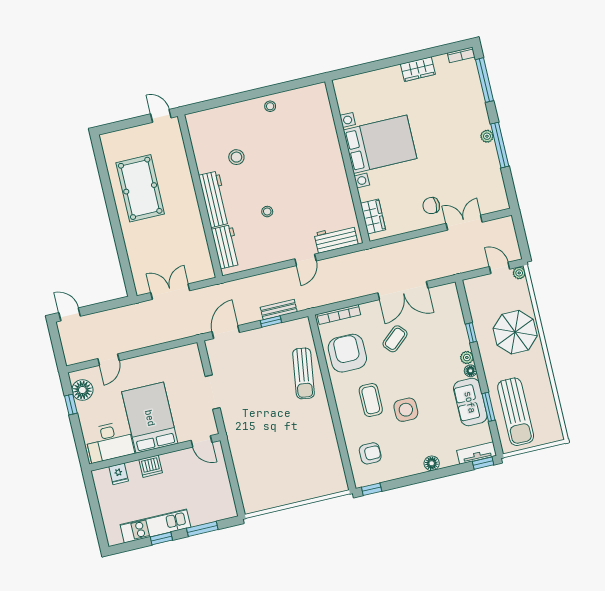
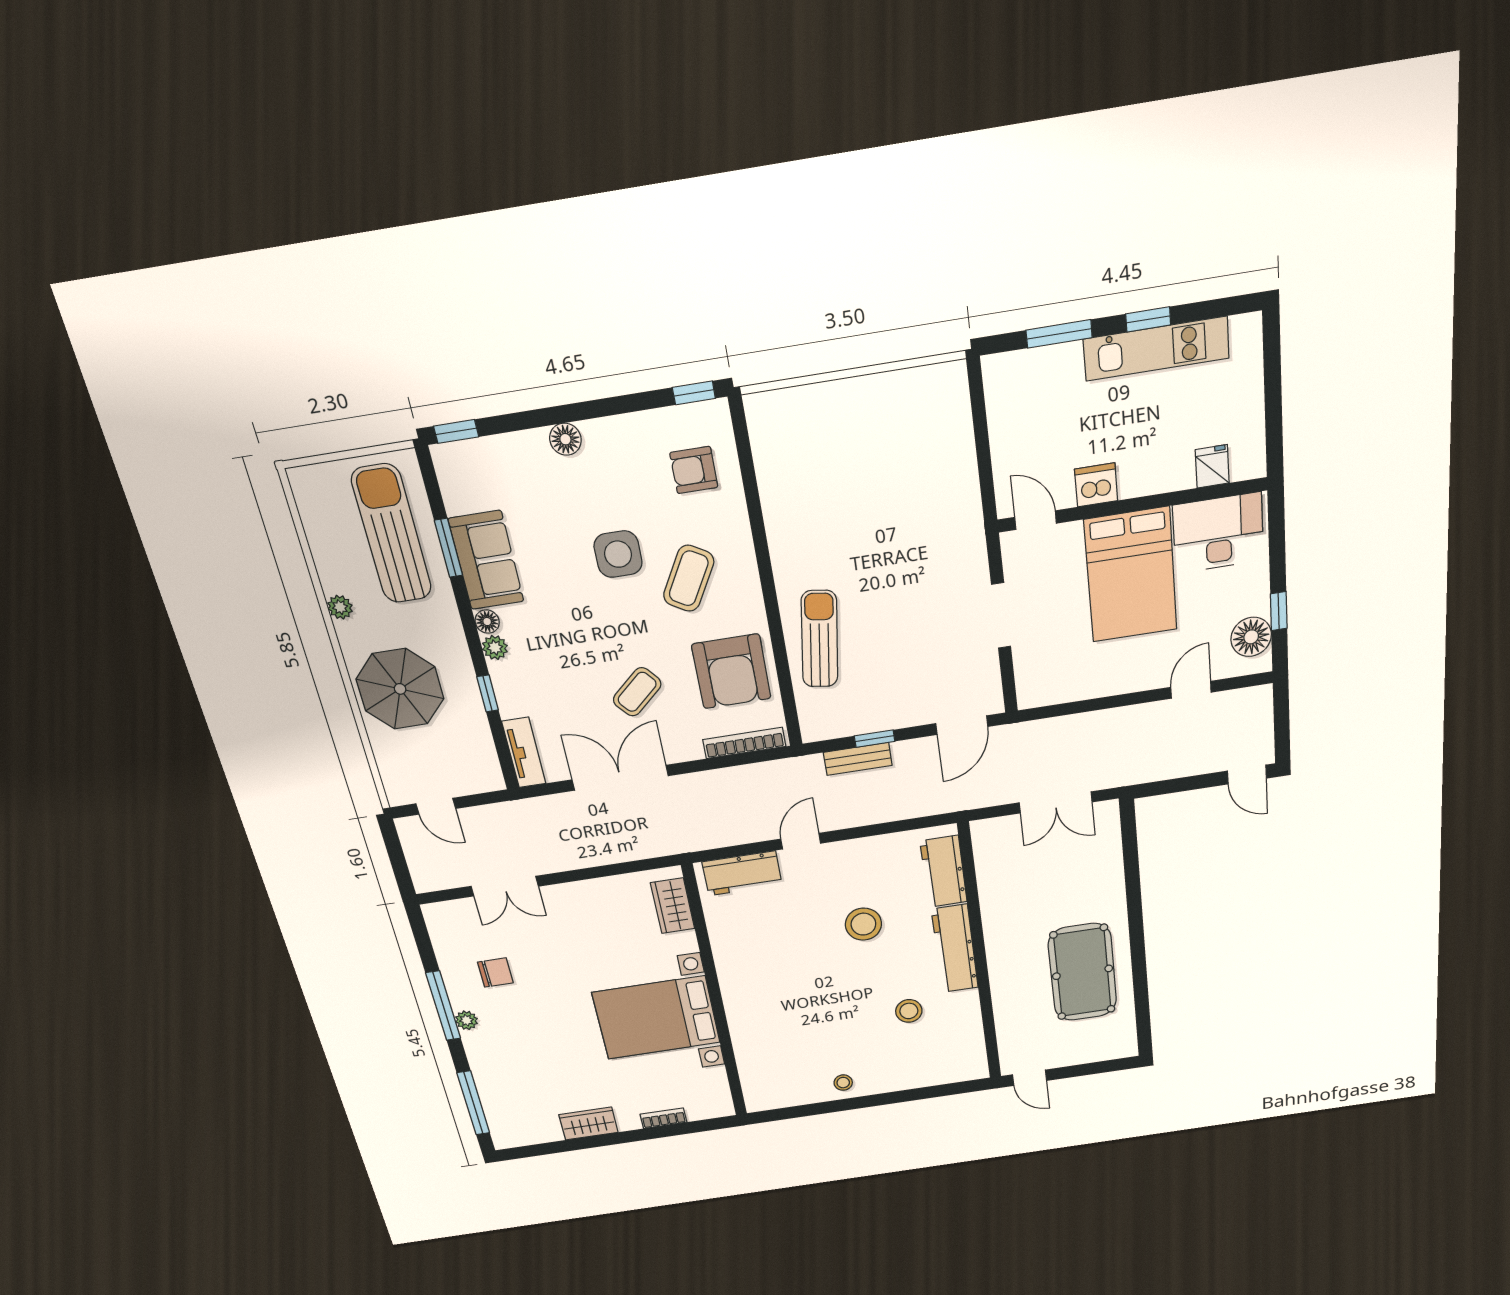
bookcase: (461, 55) -> (663, 1118), moved
chair: (431, 206) -> (495, 973), moved
stool: (267, 212) -> (863, 924), width x1.89, depth x1.89
plant: (519, 273) -> (340, 607), moved
coffee table: (371, 400) -> (689, 578), turned 30
tv unit: (477, 453) -> (524, 753), moved, turned -90
dishwasher: (151, 466) -> (1096, 485), moved

